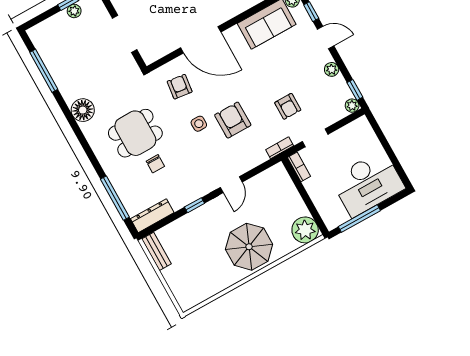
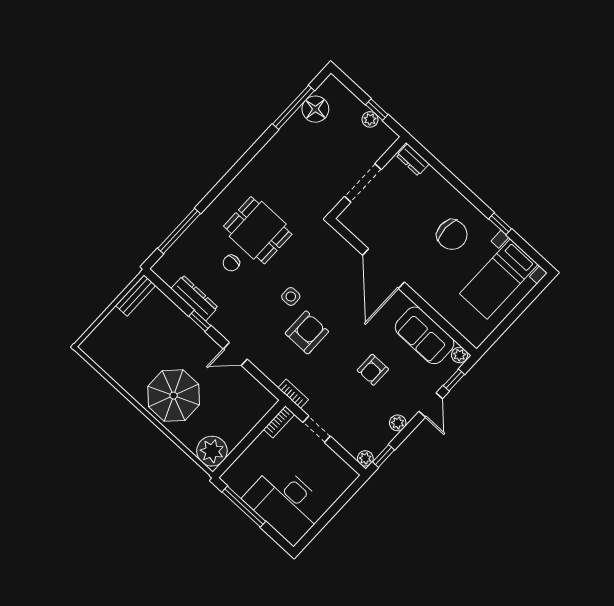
armchair: (180, 87) -> (325, 262), removed
armchair: (288, 106) -> (373, 370), moved
floor lamp: (83, 110) -> (315, 109), moved
dresser: (152, 216) -> (194, 298), moved

